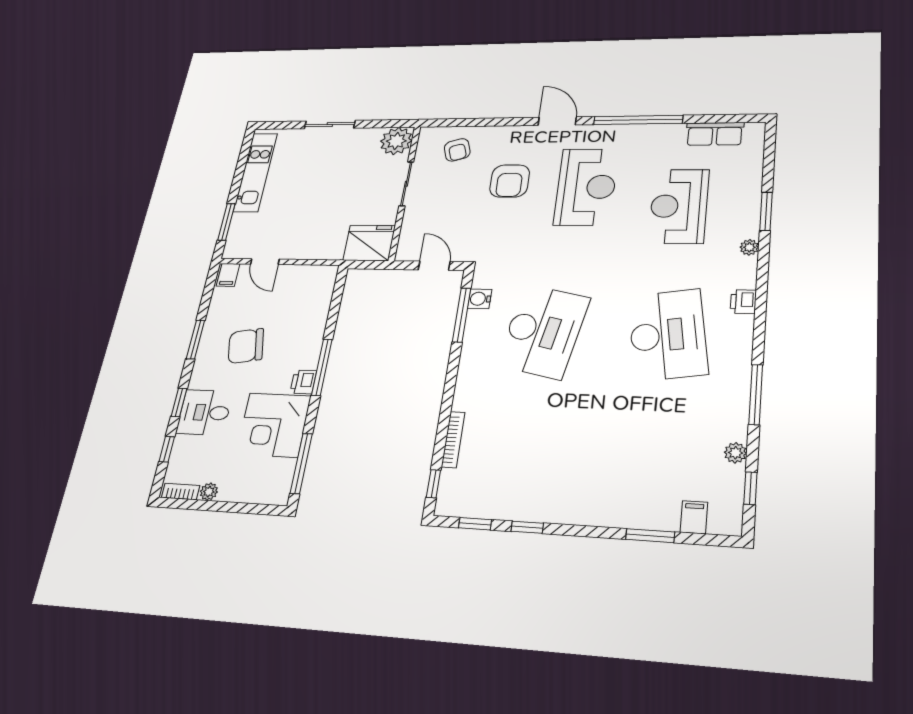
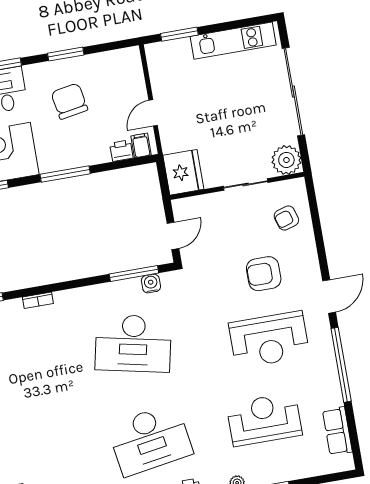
sliding door: (330, 125) -> (293, 92), width x1.86
door: (265, 262) -> (153, 113), moved
filing cabinet: (228, 275) -> (141, 145), moved, turned 90
printer: (303, 382) -> (121, 151), moved
bookcase: (453, 440) -> (38, 300), width x0.64

